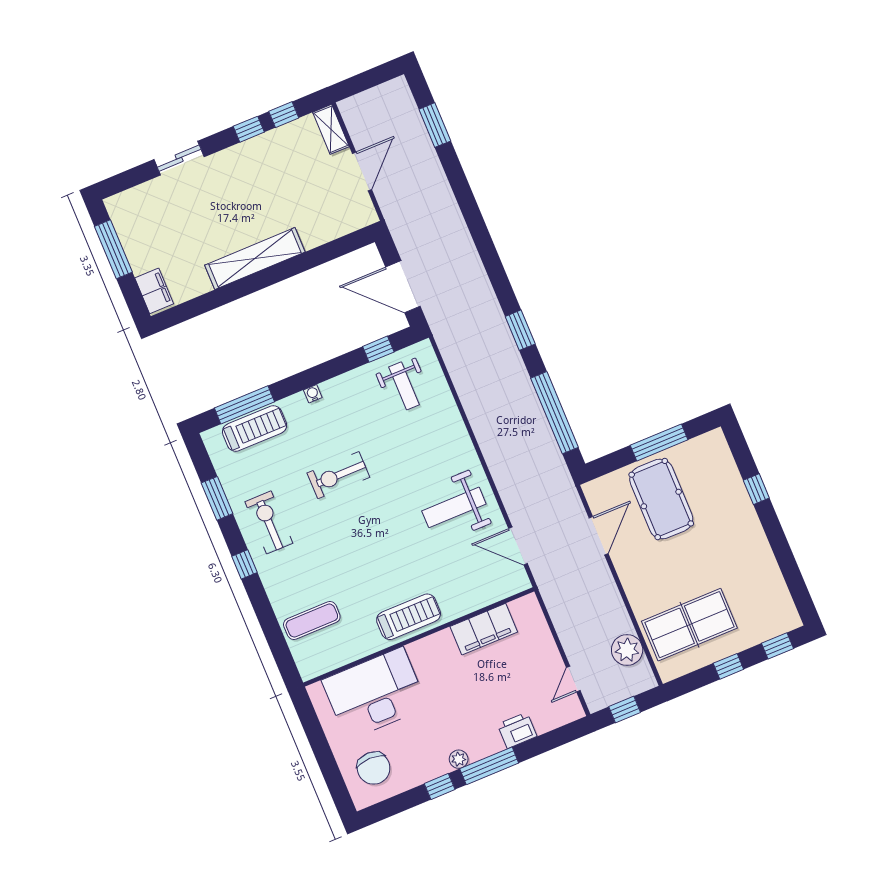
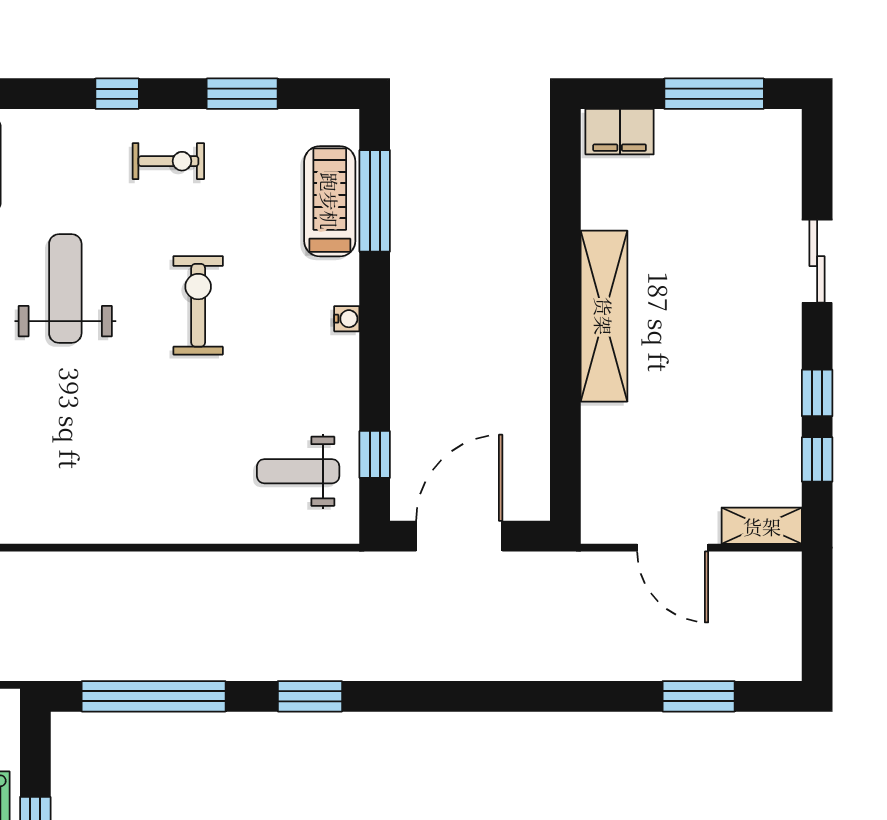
treadmill: (255, 428) -> (330, 201), turned 180
weight bench: (454, 507) -> (65, 289), moved
exercise bike: (269, 522) -> (168, 161), width x0.73, depth x0.72

